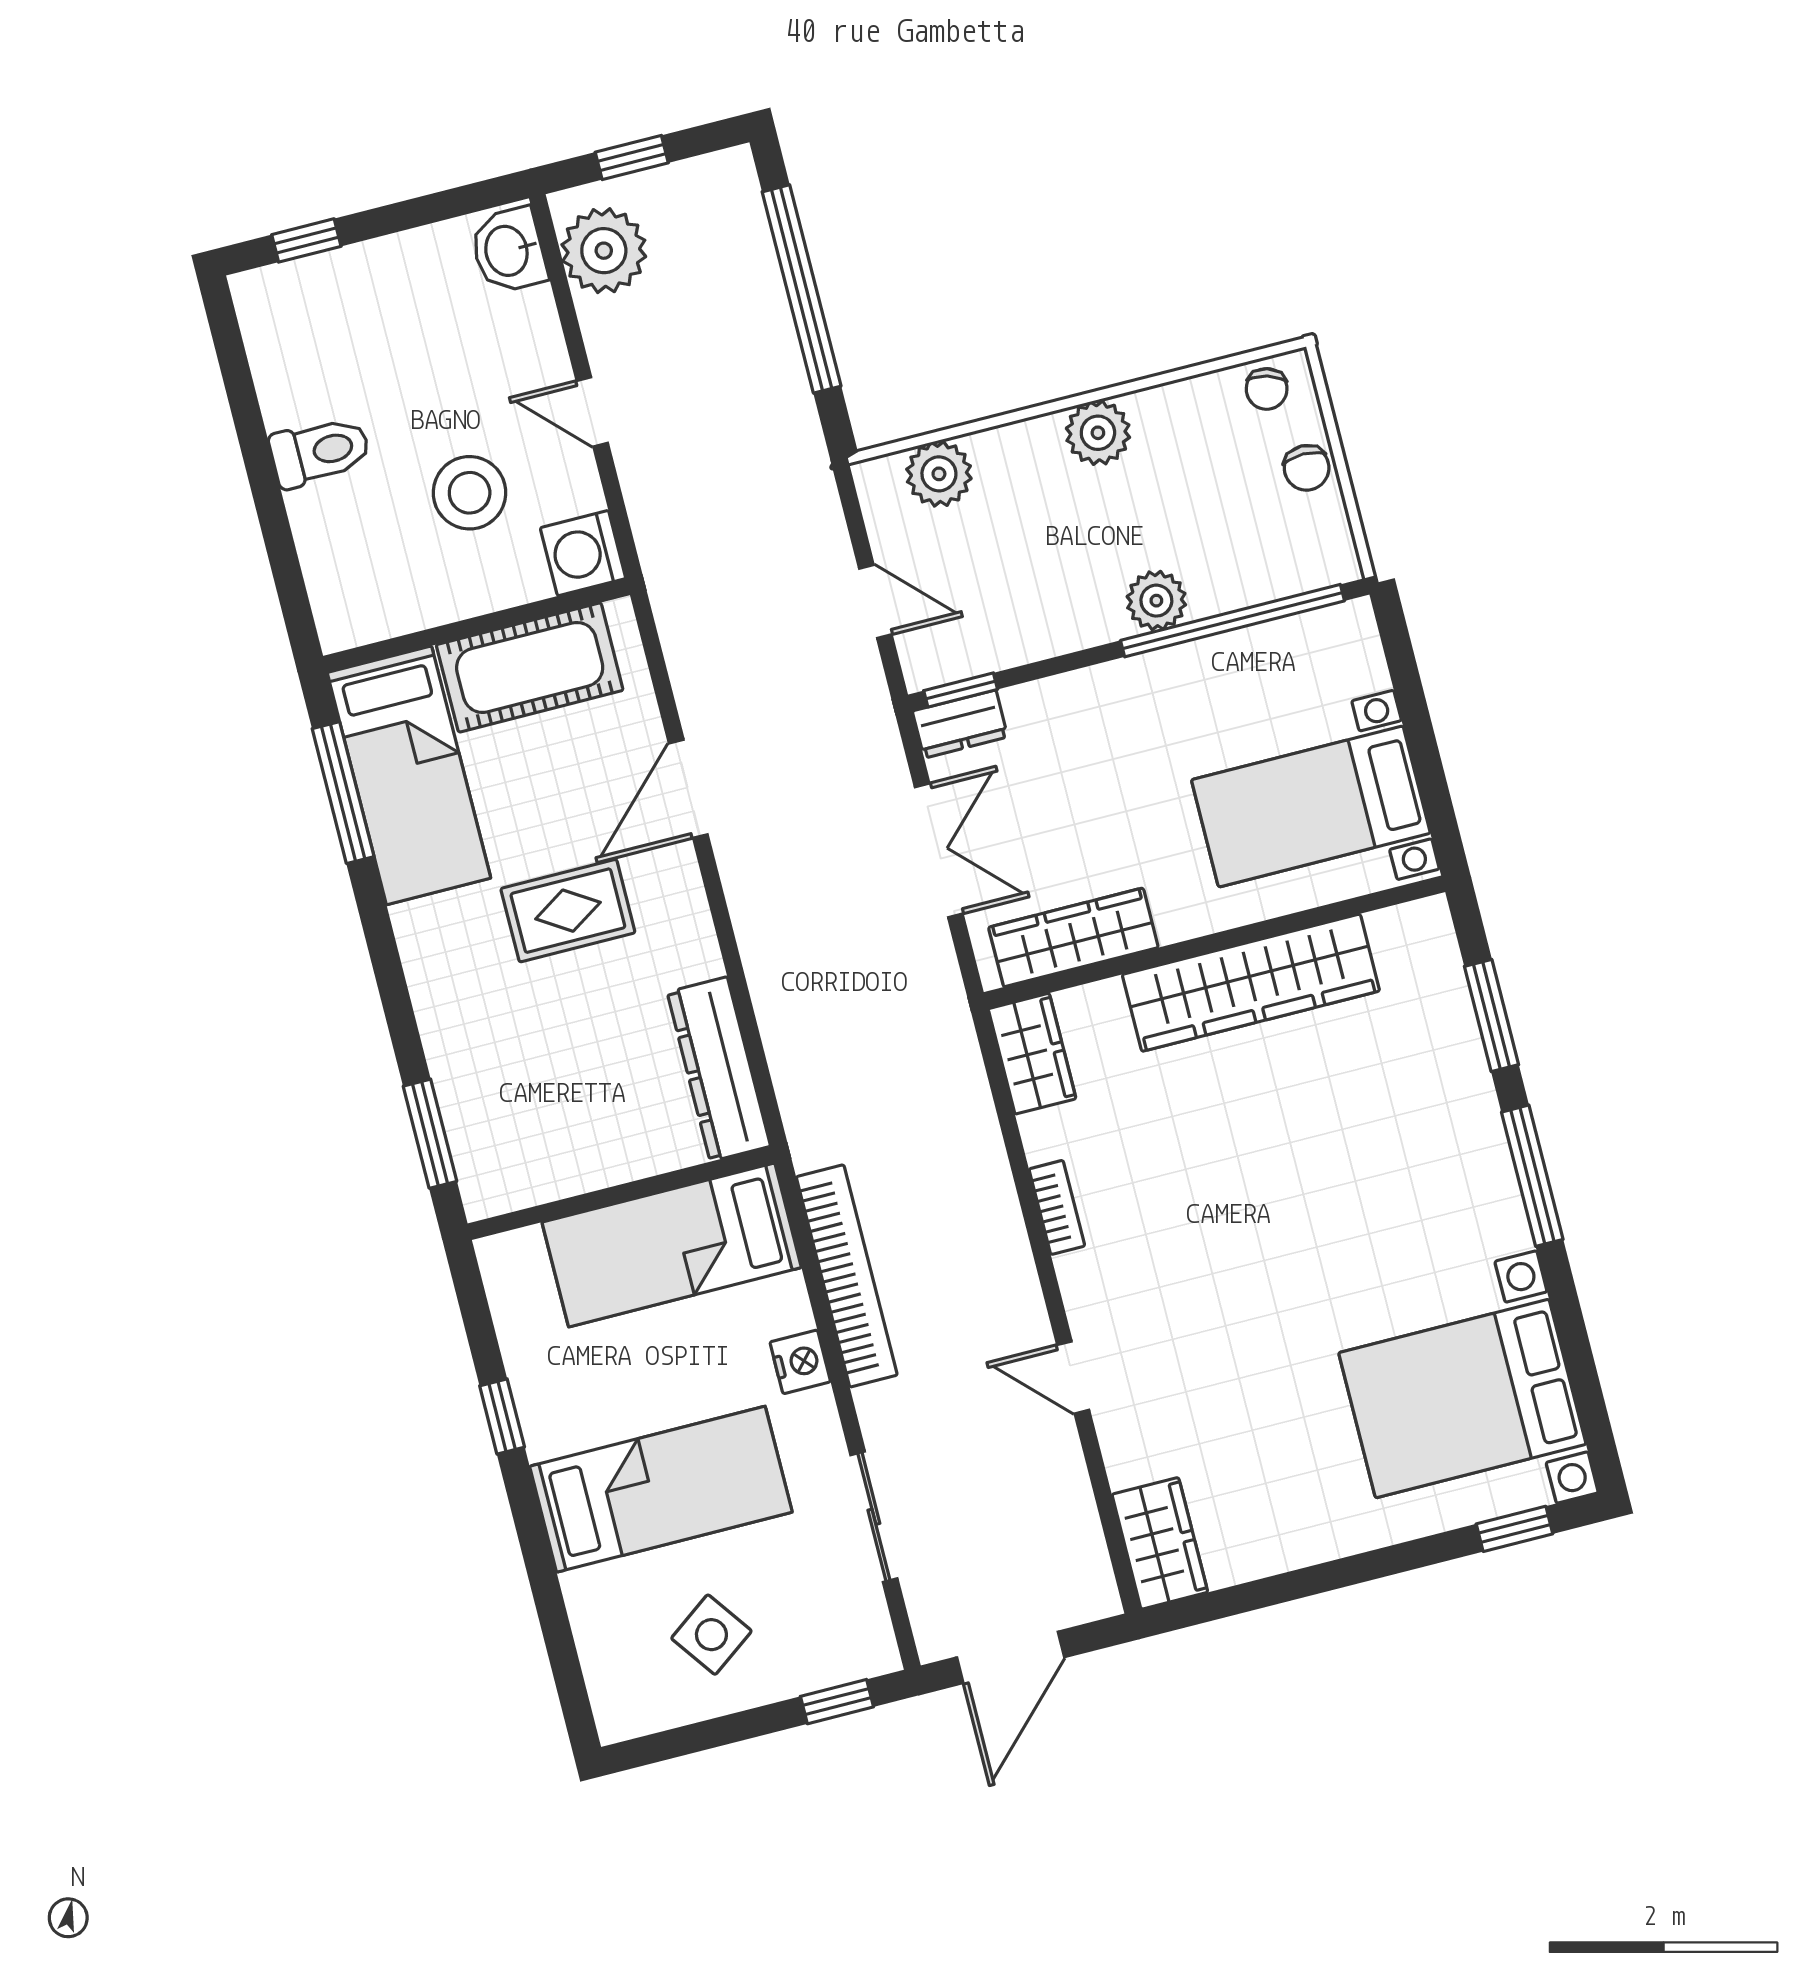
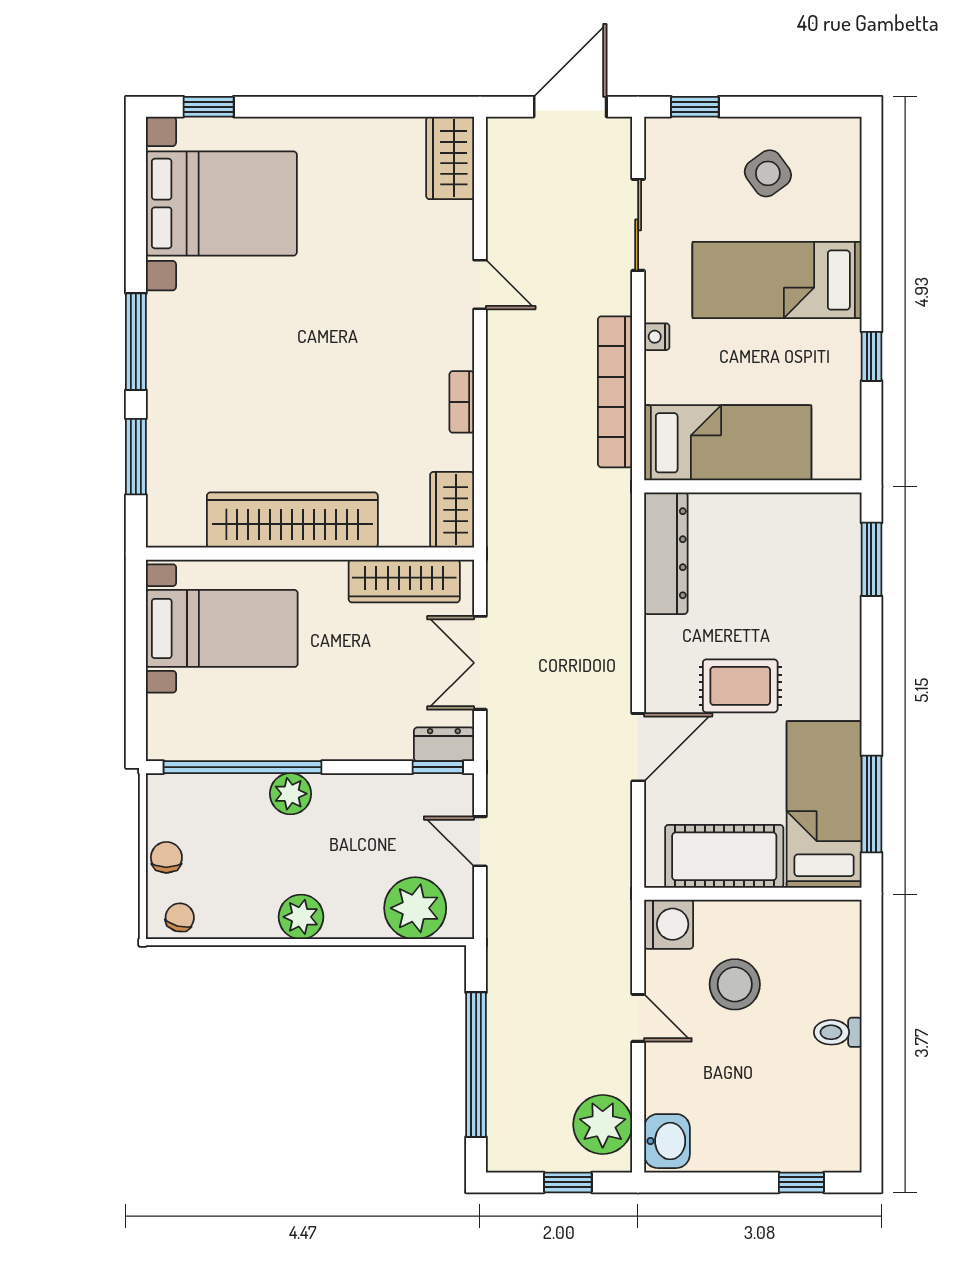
toilet: (320, 452) -> (838, 1032), width x0.73, depth x0.72
plant: (939, 474) -> (415, 908), width x1.36, depth x1.36
nightstand: (800, 1362) -> (657, 337), width x0.72, depth x0.74

